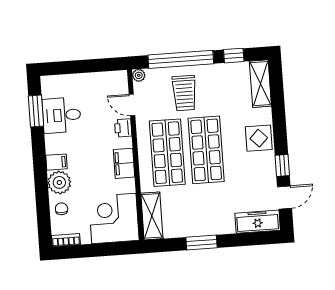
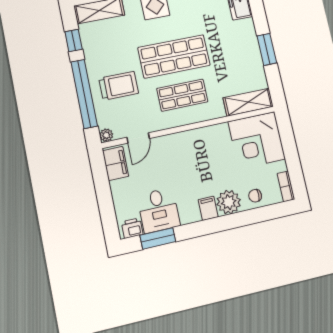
printer: (123, 128) -> (132, 228), moved, turned 180
shop shelf: (167, 153) -> (182, 95), width x0.70, depth x0.74
filing cabinet: (124, 163) -> (116, 163), moved, turned -90

